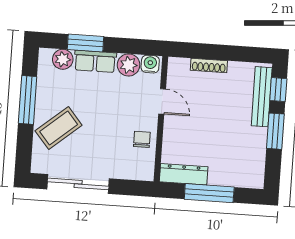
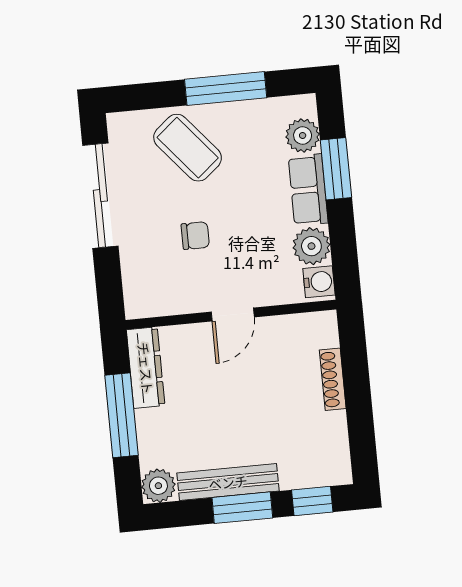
bench: (262, 97) -> (228, 482), moved
door: (162, 101) -> (233, 315), moved
chair: (142, 139) -> (195, 236), moved
plant: (254, 178) -> (158, 486), added

